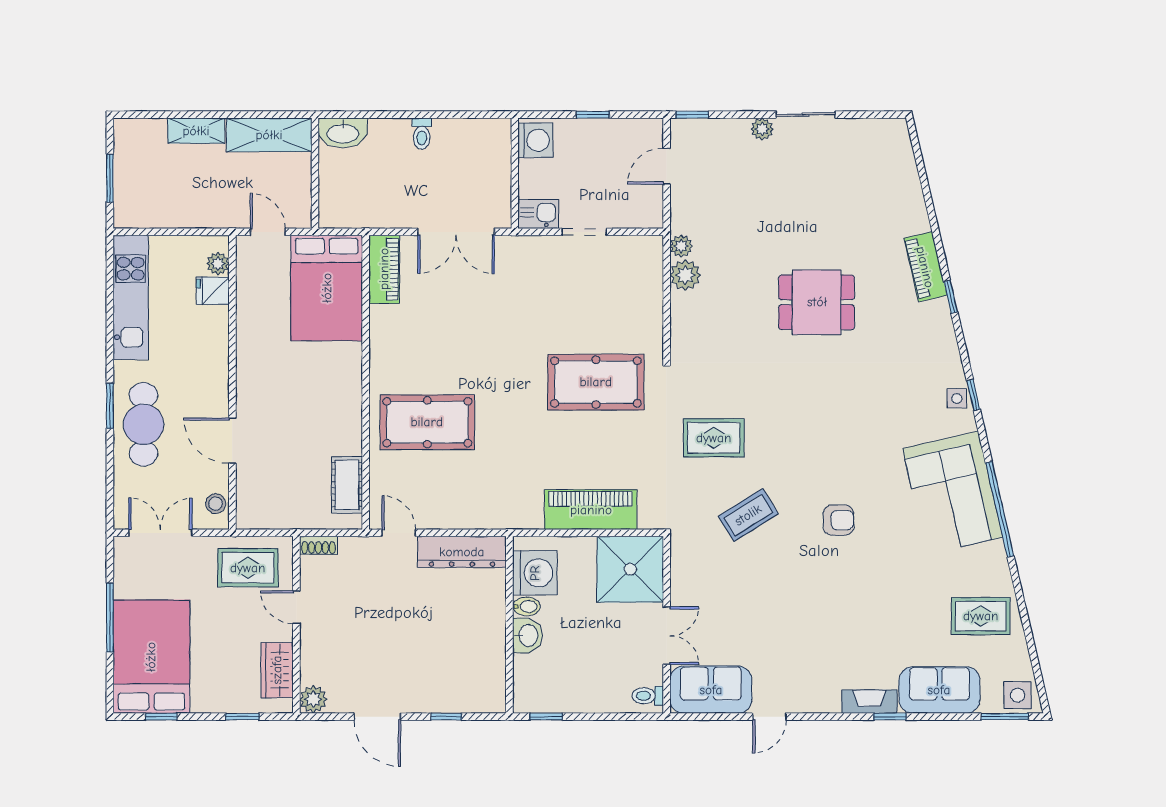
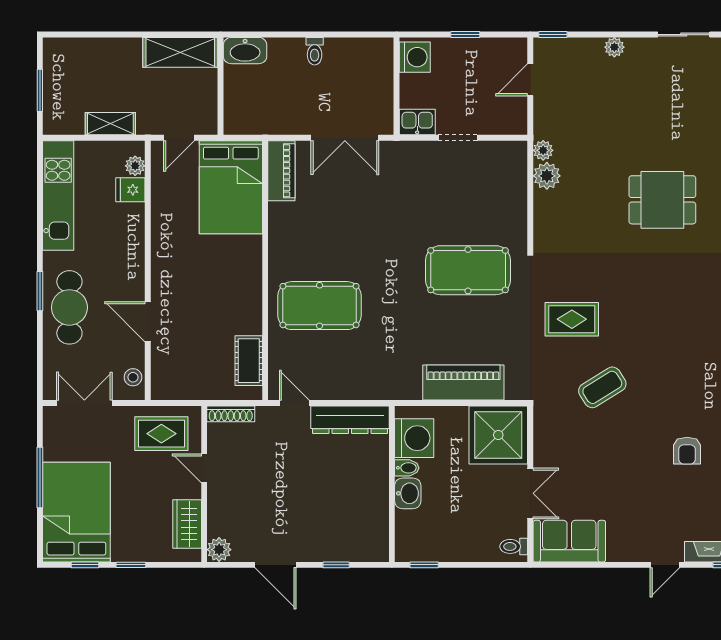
sliding door: (806, 115) -> (684, 35), moved
shelving: (196, 131) -> (110, 124), moved
door: (268, 232) -> (179, 138), swing flipped
armchair: (839, 520) -> (687, 451), moved, turned 90
shoe rack: (318, 545) -> (231, 414), width x1.43
window: (242, 717) -> (131, 565), moved
door: (769, 717) -> (665, 565), moved

